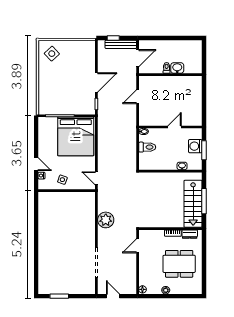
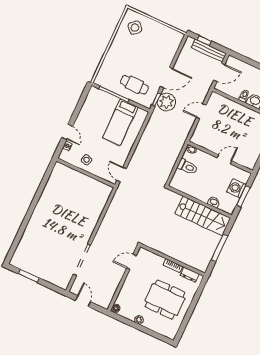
cafe table: (73, 100) -> (134, 85), added
bed: (76, 136) -> (120, 122), width x0.49
stairs: (193, 204) -> (203, 216), moved, turned -90
plant: (106, 220) -> (166, 102), moved

